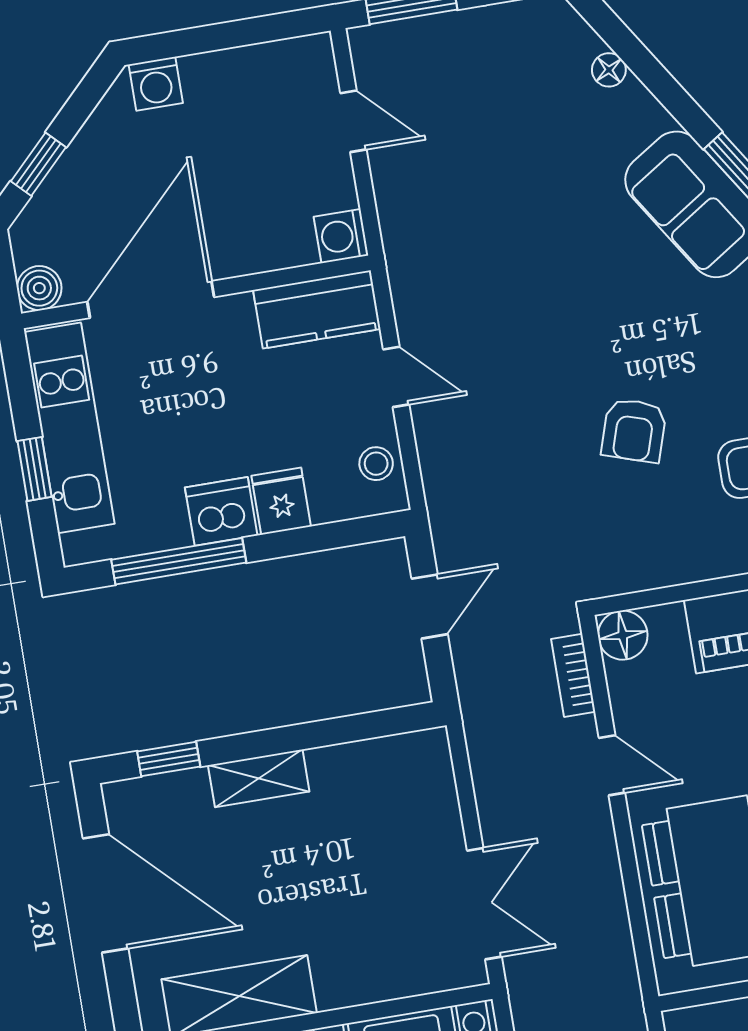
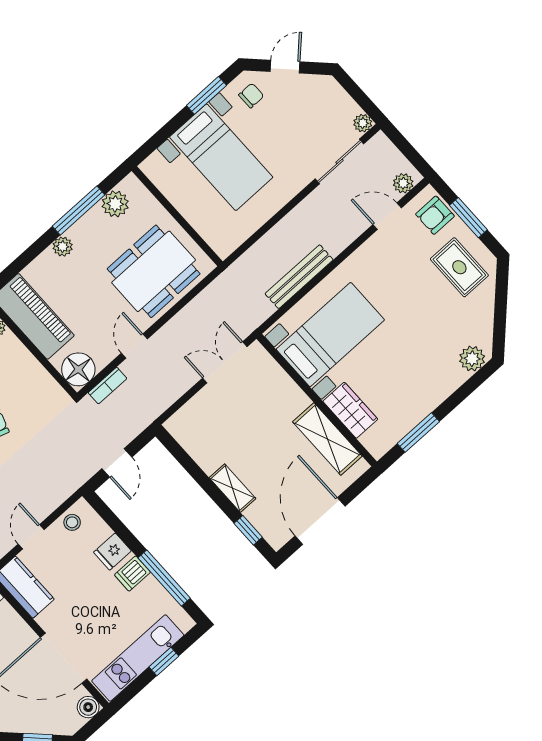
dishwasher: (221, 511) -> (132, 574), width x0.73
door: (430, 606) -> (117, 463), swing flipped
floor lamp: (623, 635) -> (78, 369), width x1.38, depth x1.38

